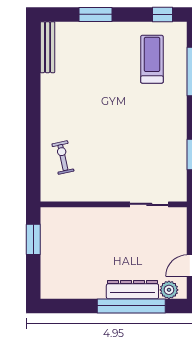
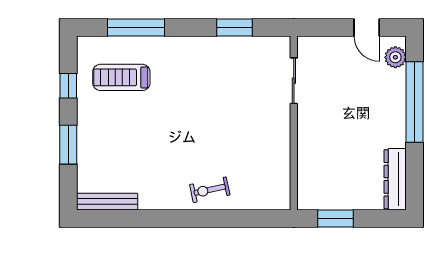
window: (163, 14) -> (68, 86), moved
exercise bike: (63, 157) -> (210, 190), moved
dresser: (132, 290) -> (395, 179), moved

